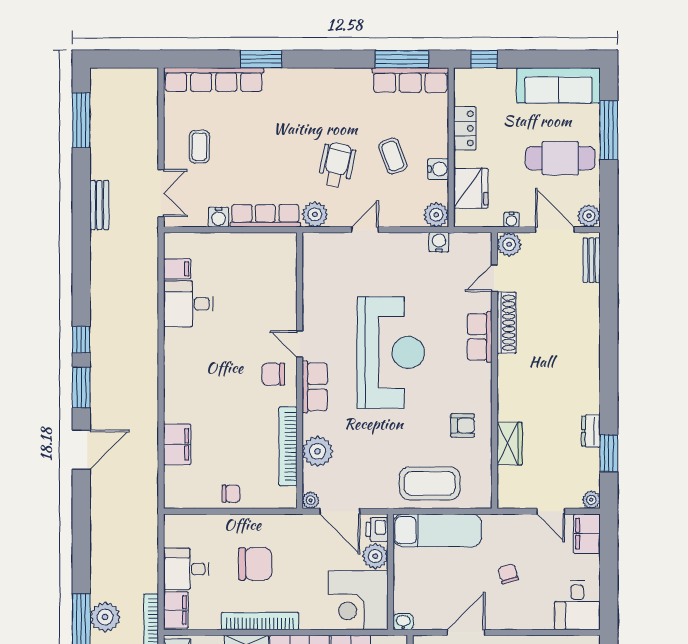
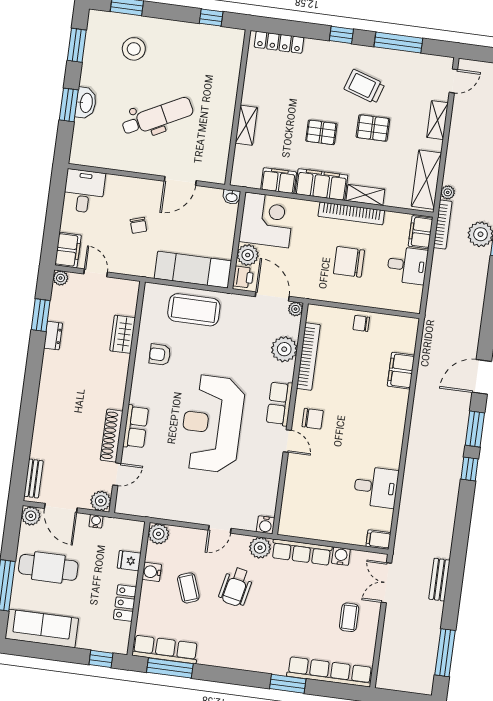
fridge: (471, 188) -> (129, 561), width x0.53, depth x0.75
water cooler: (439, 242) -> (266, 525), moved
filing cabinet: (177, 269) -> (378, 540), moved

